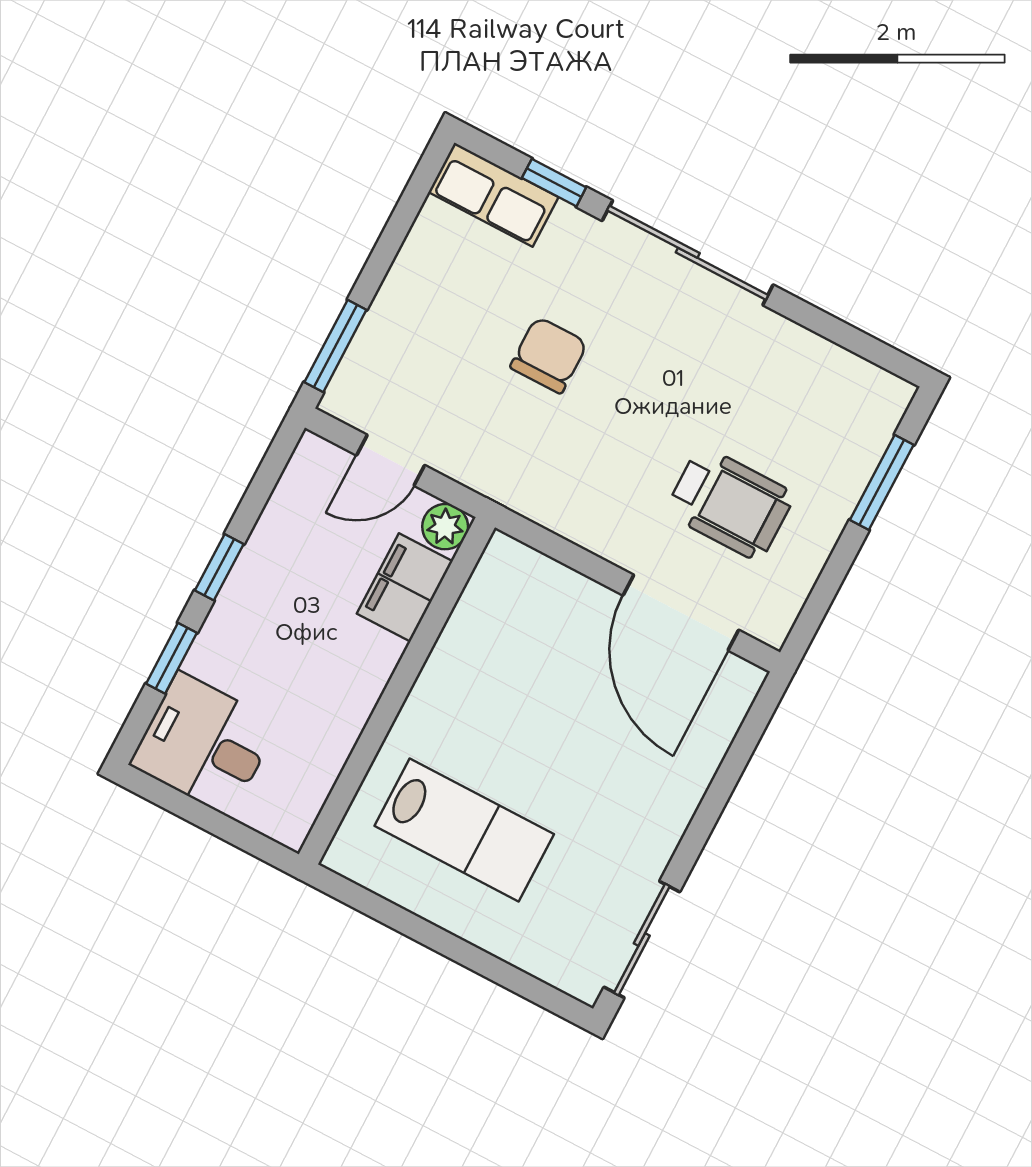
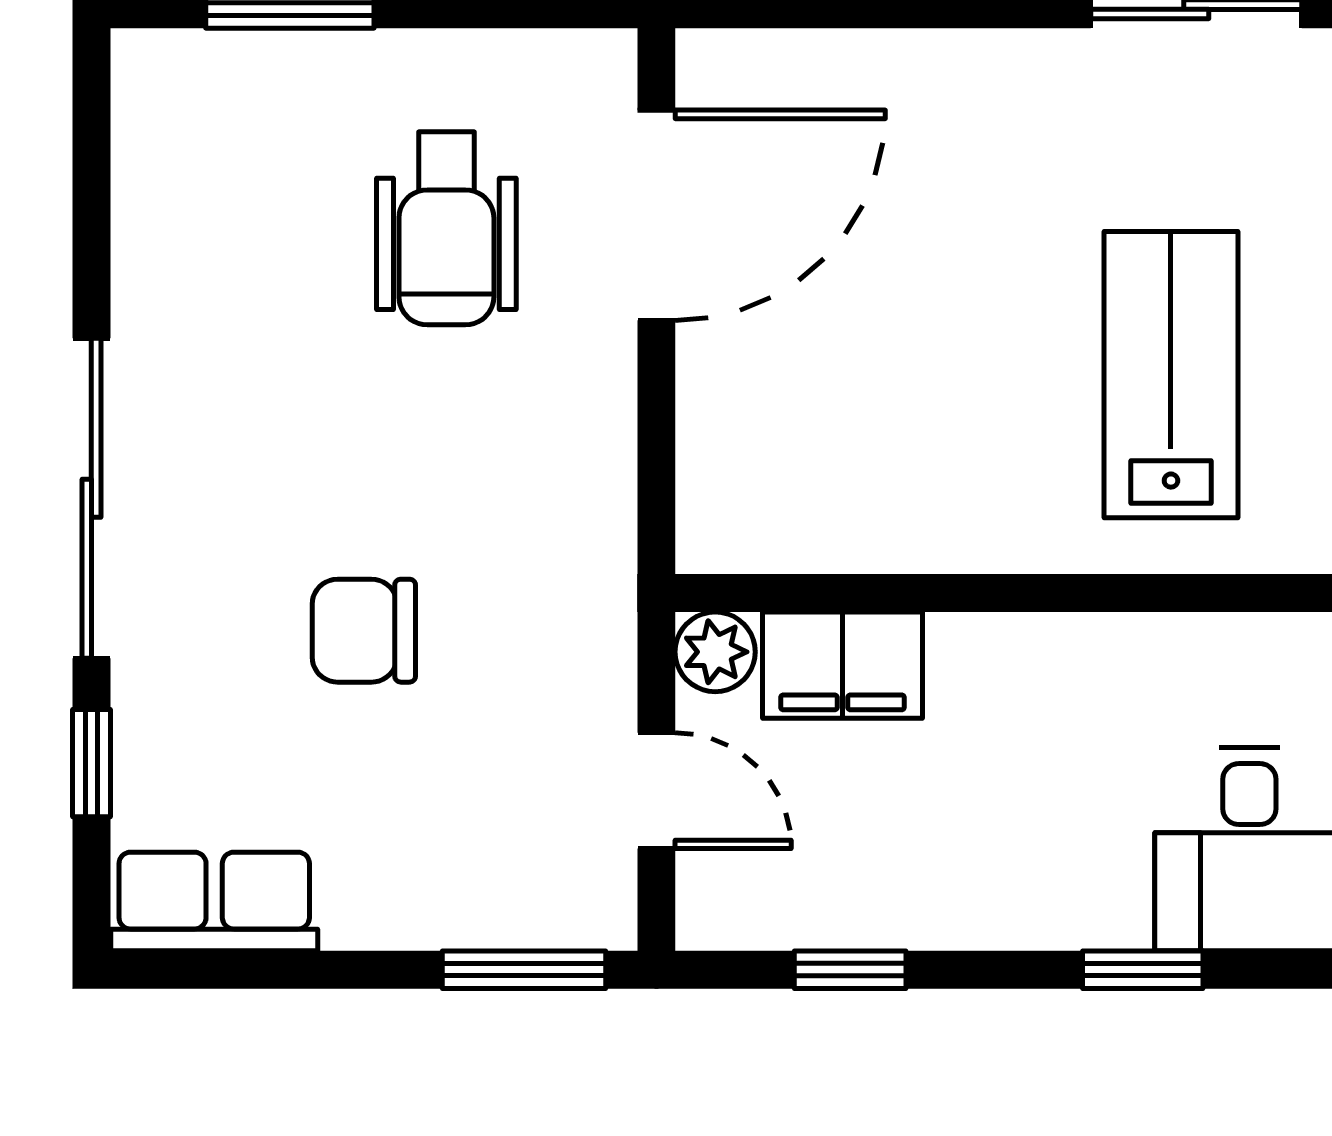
row of seats: (493, 195) -> (214, 901), moved, turned -90
wheelchair: (730, 503) -> (446, 228), turned 180
window: (219, 567) -> (850, 970), moved

